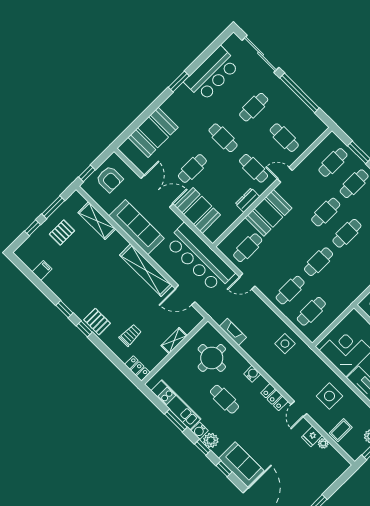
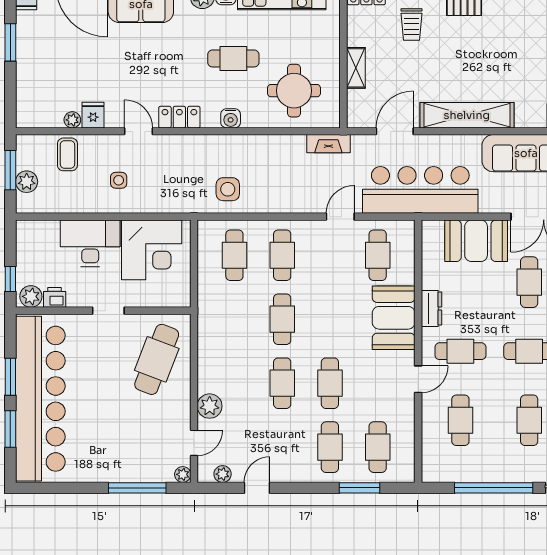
cafe table: (284, 138) -> (460, 420), turned 90
fireplace: (233, 332) -> (328, 144), moved
side table: (329, 396) -> (119, 180), width x0.54, depth x0.54

